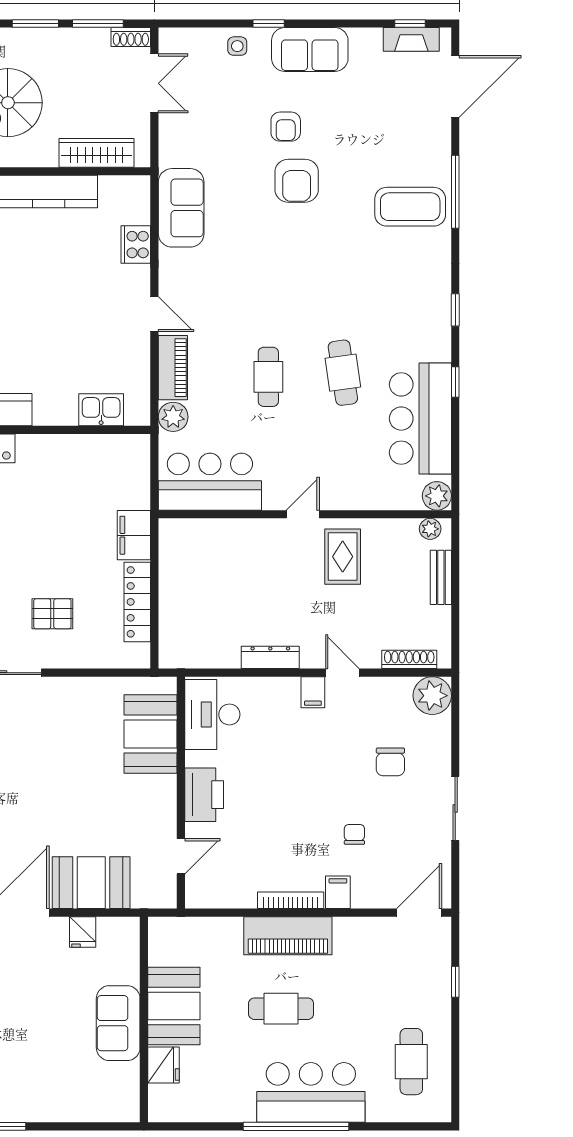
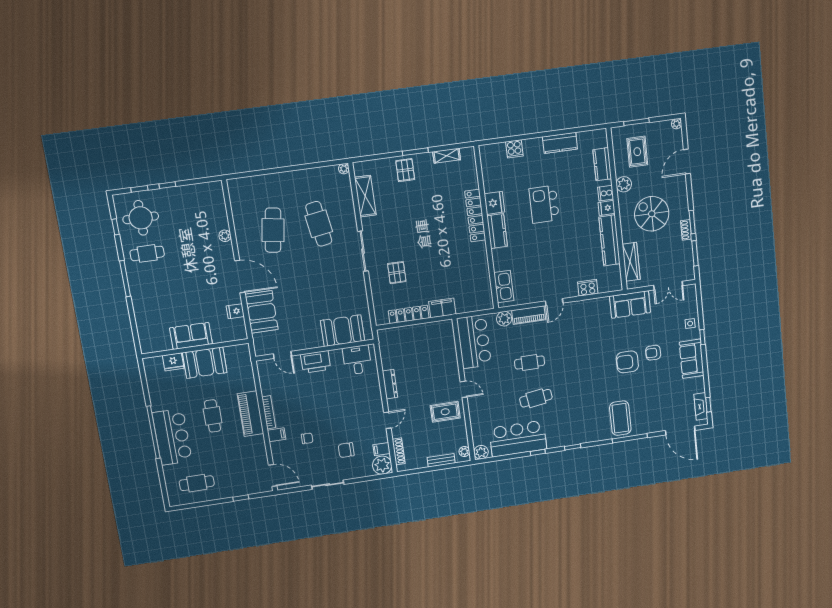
shoe rack: (131, 37) -> (686, 230), moved
sofa: (181, 208) -> (630, 304), moved
kitchen sink: (101, 410) -> (504, 287), width x1.38
filing cabinet: (313, 692) -> (382, 449), moved
desk: (212, 714) -> (357, 360), width x0.73

